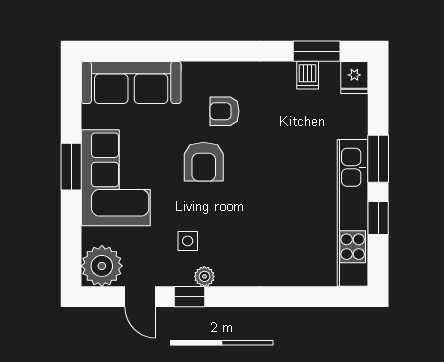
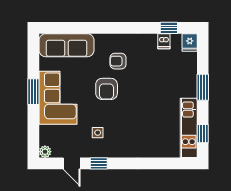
window: (317, 51) -> (169, 28), width x0.67
kitchen unit: (353, 213) -> (189, 128), width x0.73
window: (378, 218) -> (203, 134), moved
plant: (102, 266) -> (45, 152), width x0.53, depth x0.53
plant: (204, 276) -> (107, 152), removed

